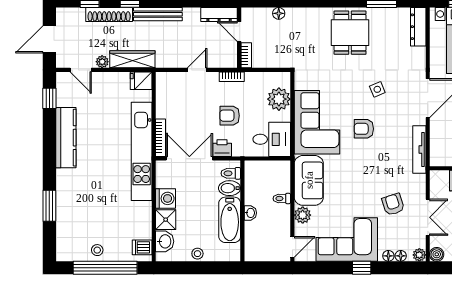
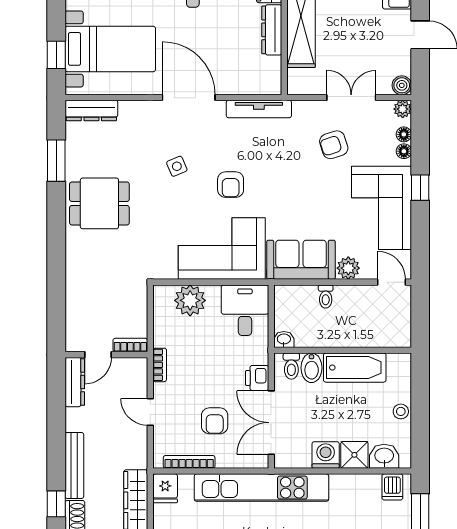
floor lamp: (279, 13) -> (73, 301), removed
armchair: (230, 116) -> (215, 421), moved
bookcase: (161, 138) -> (189, 462), moved
washbasin: (250, 213) -> (284, 339), moved

